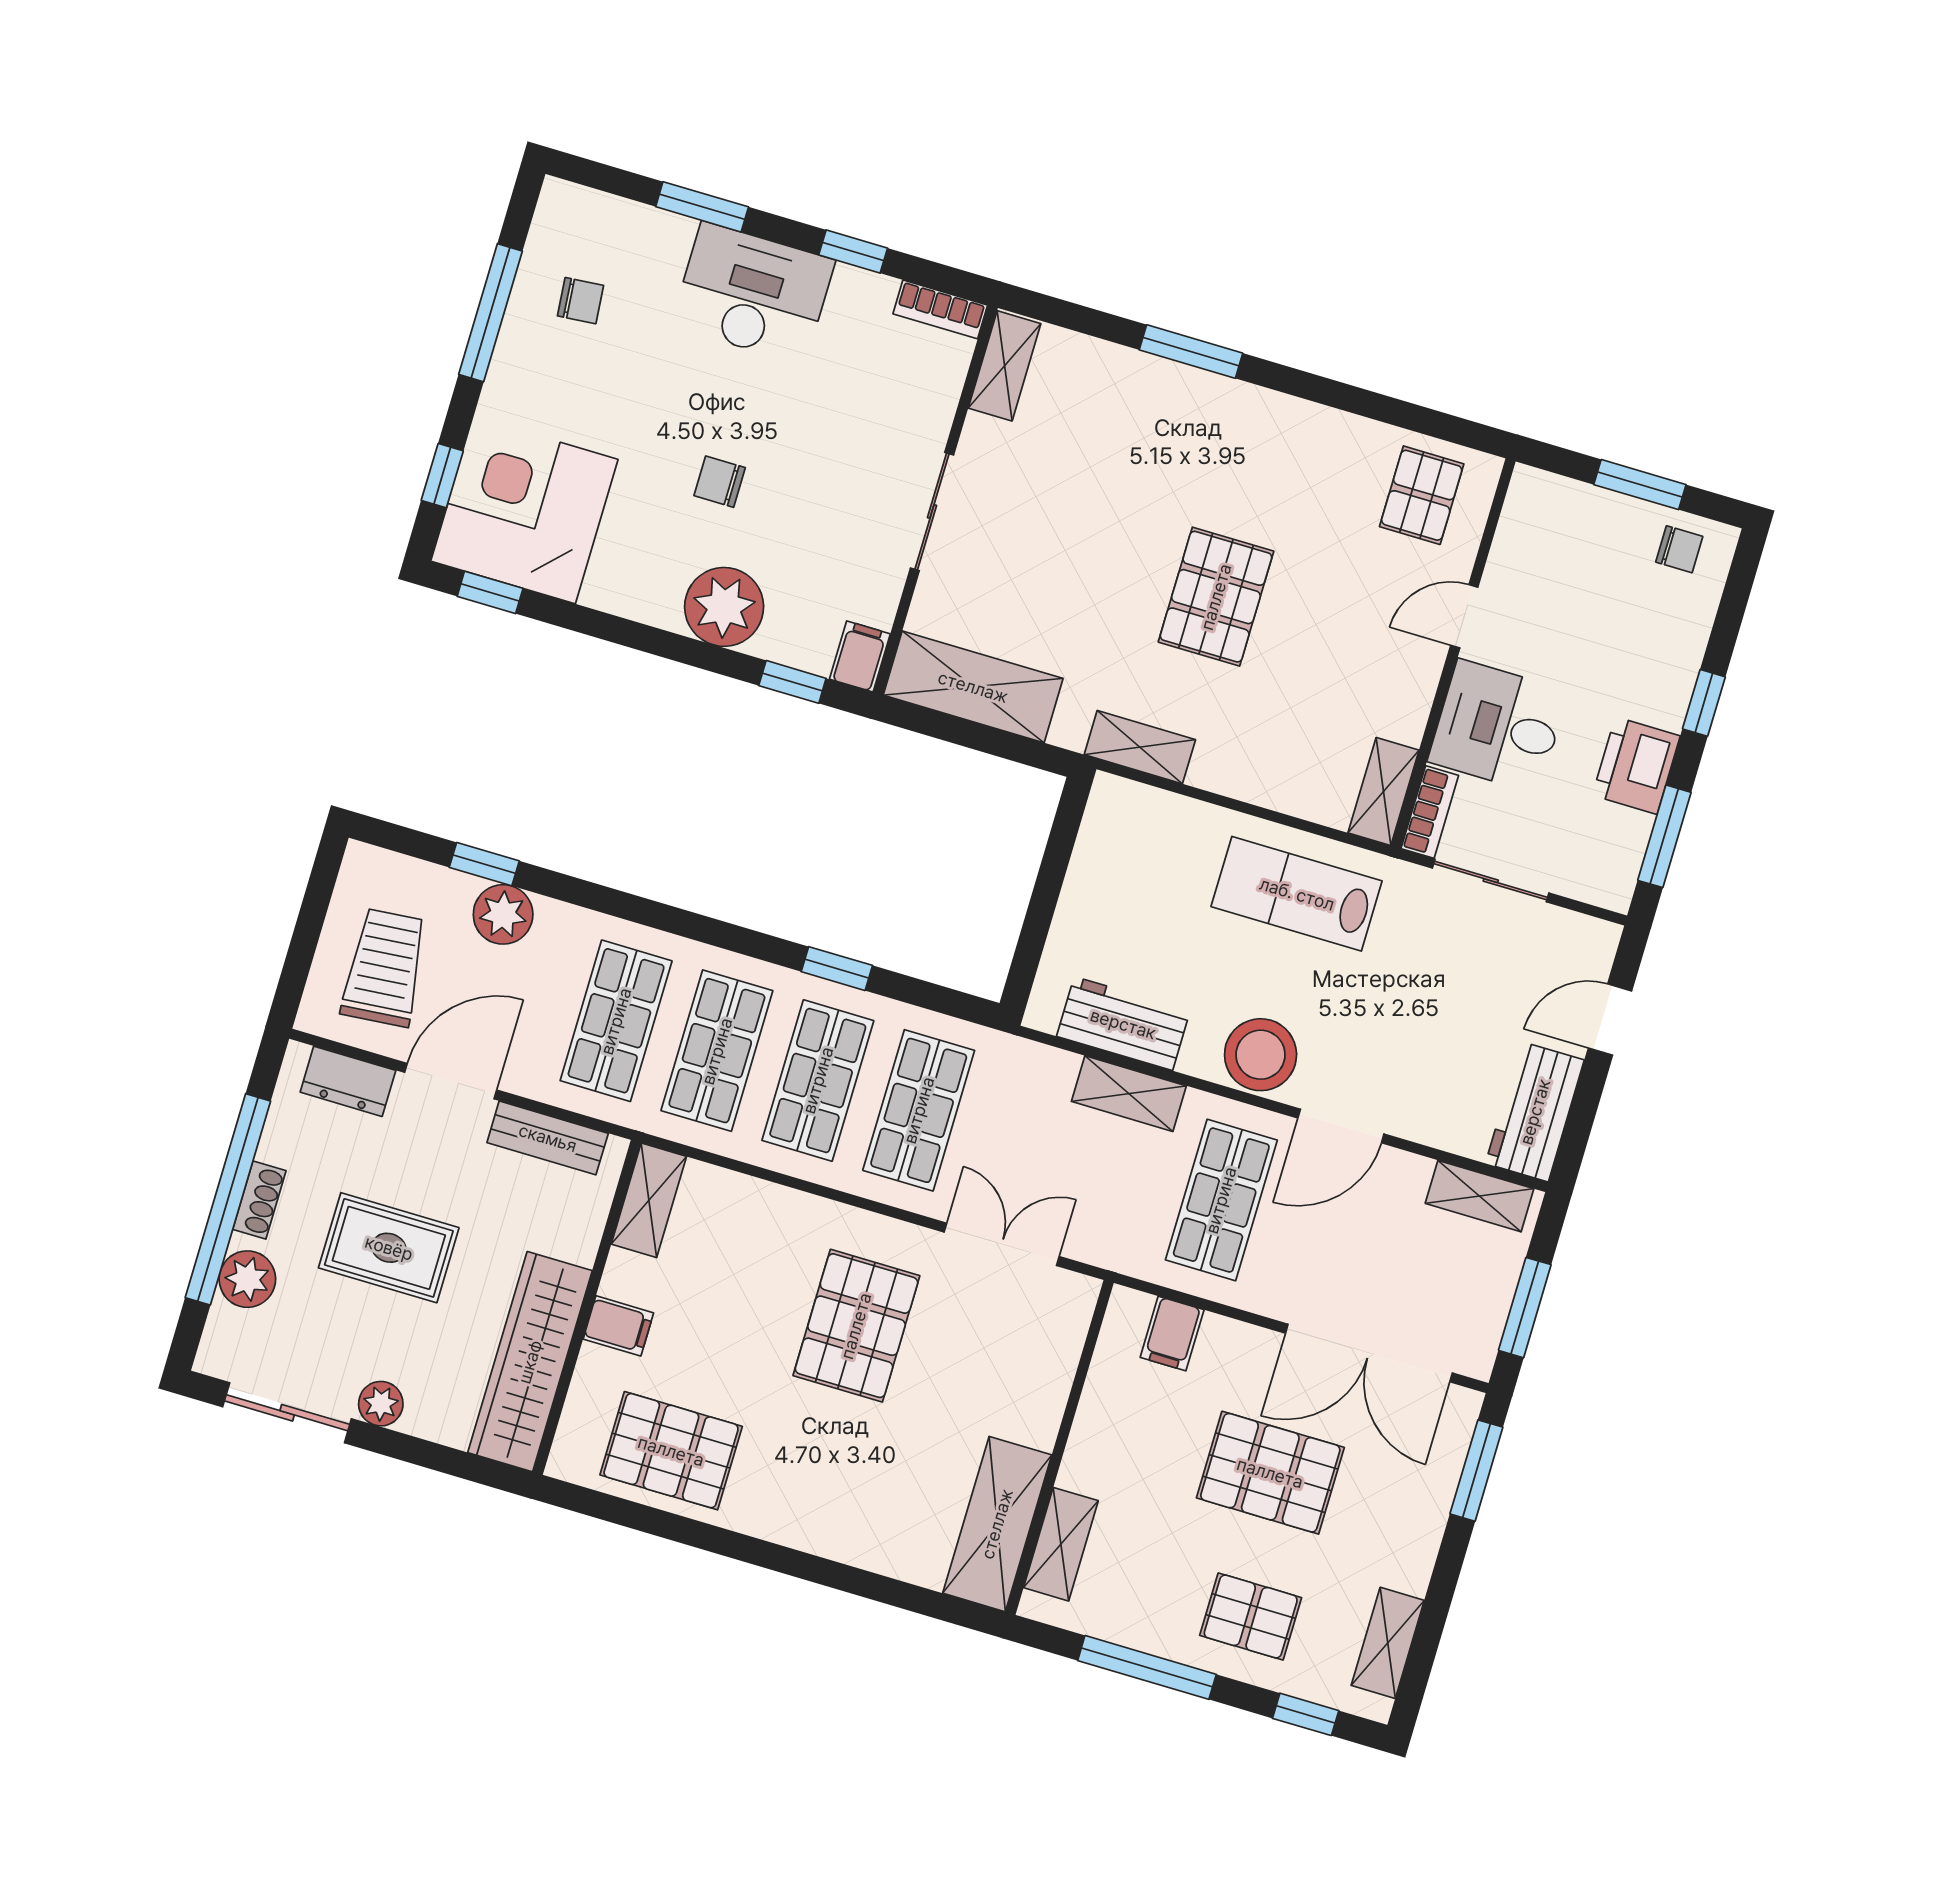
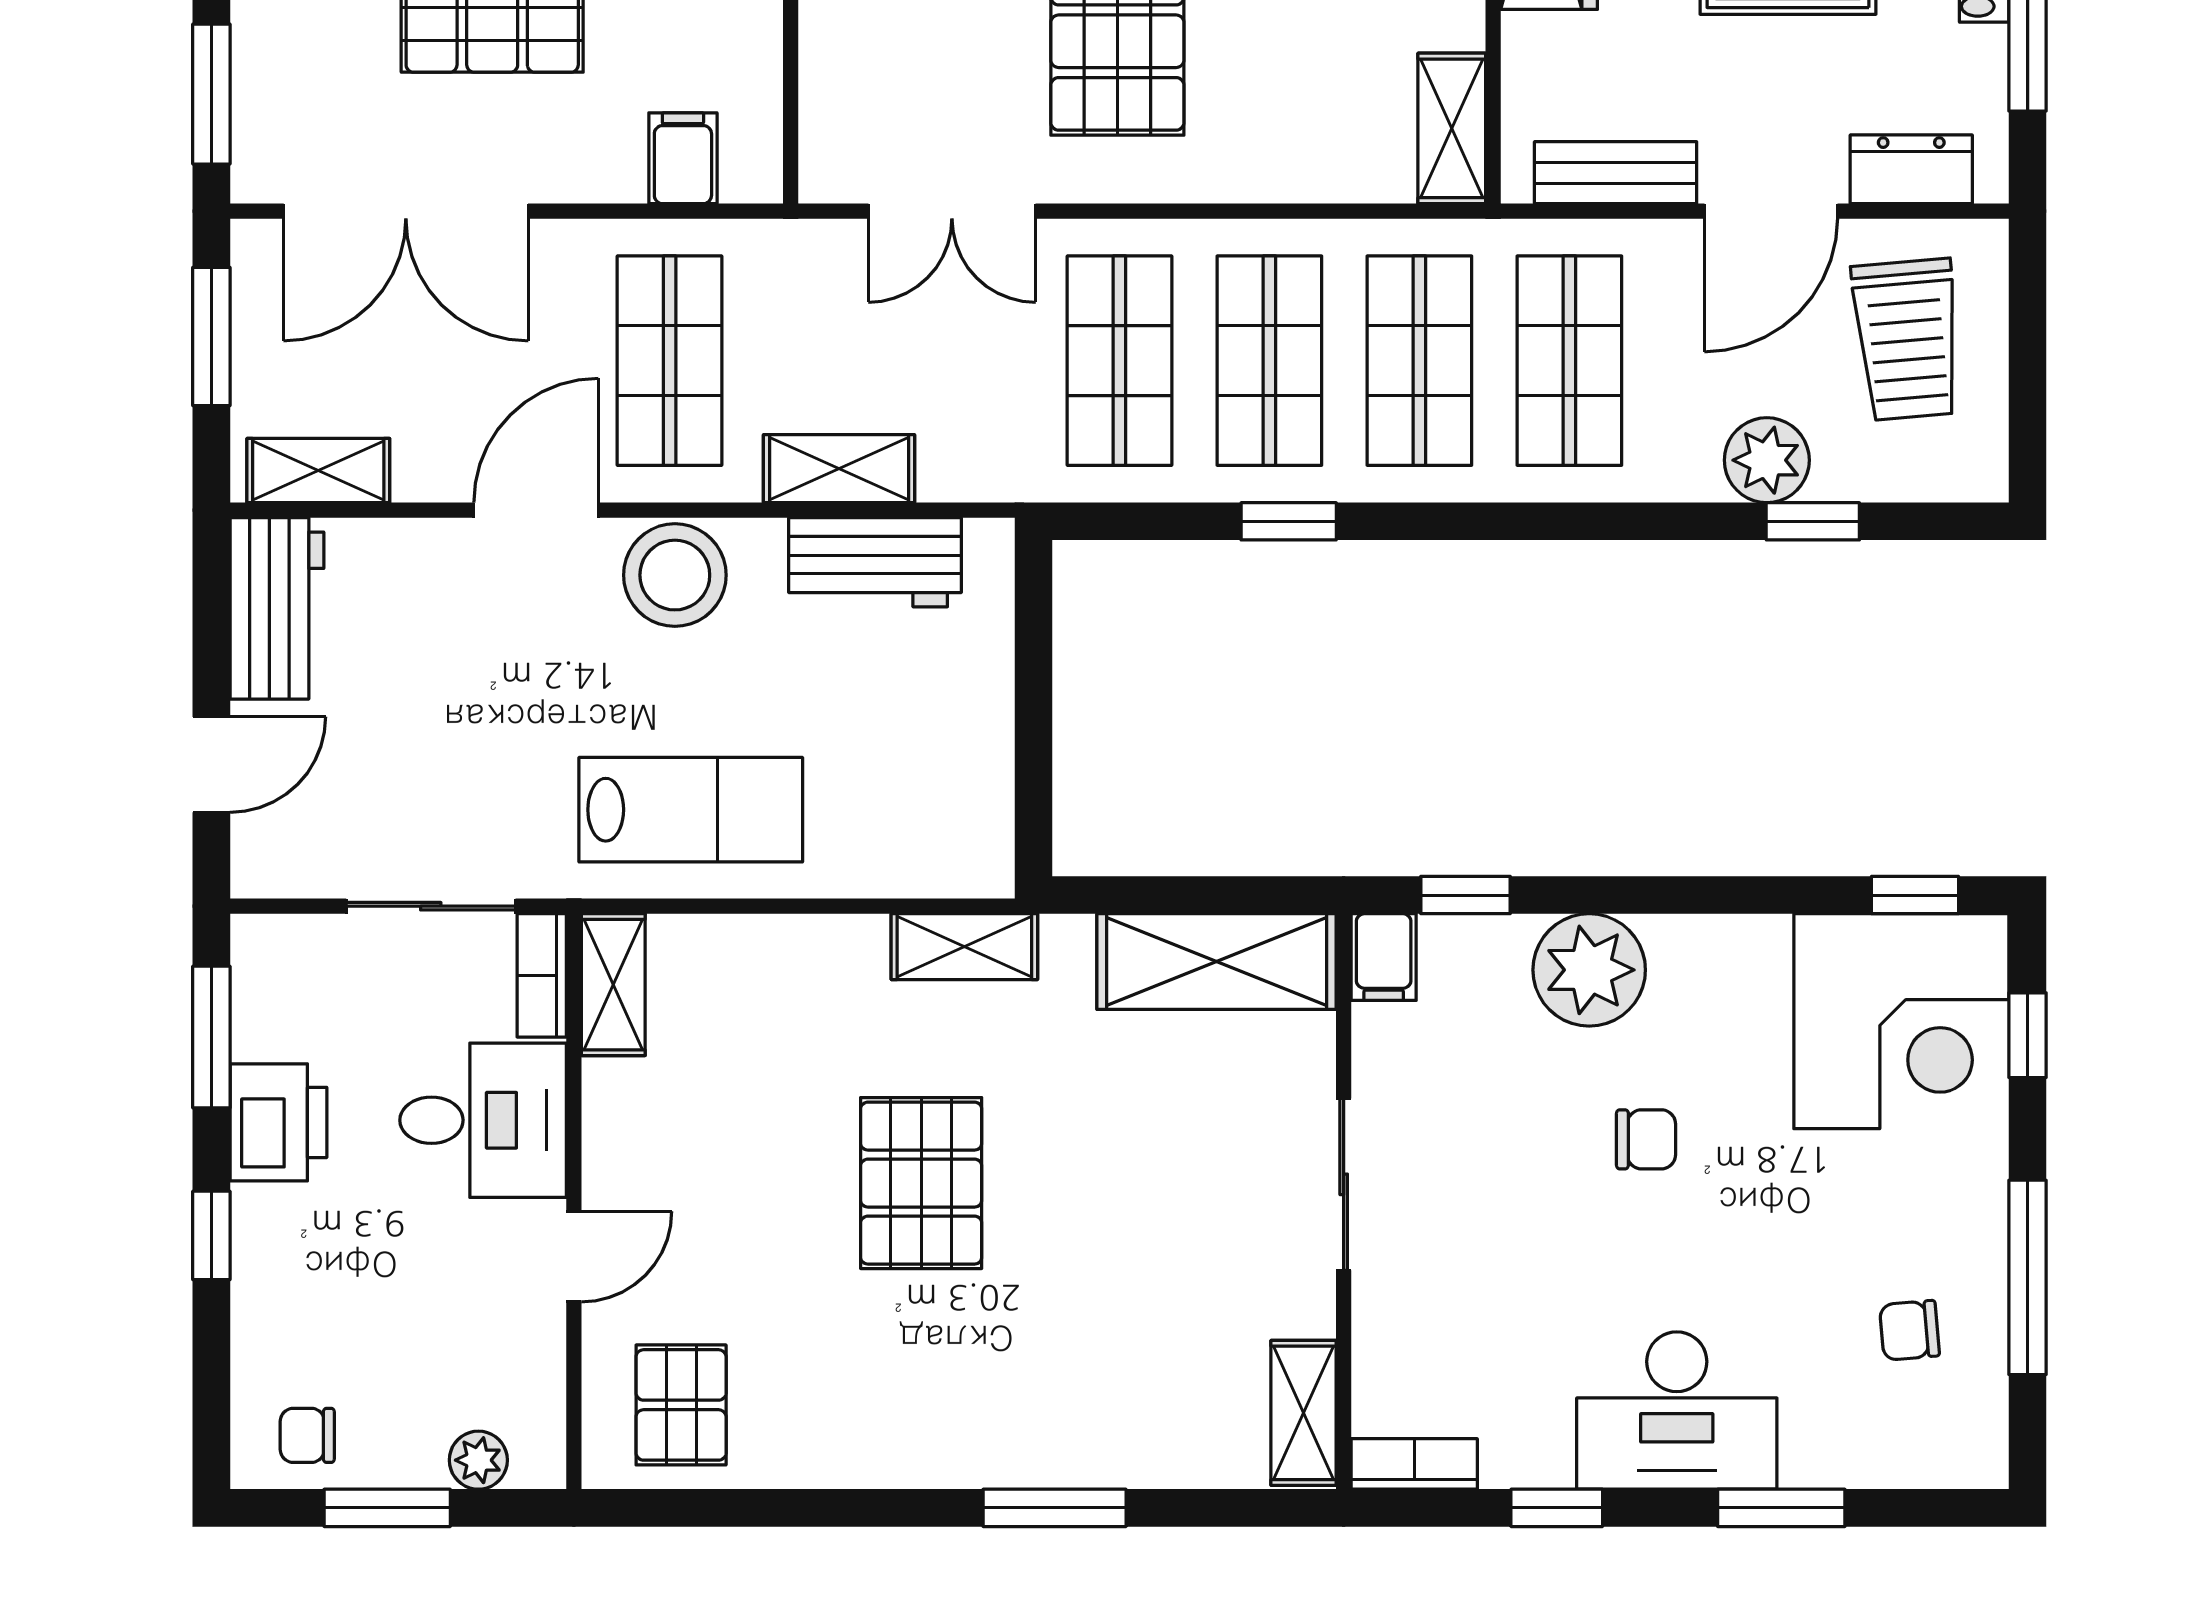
plant: (1569, 498) -> (478, 1460), added
double door: (1369, 1353) -> (406, 211), swing flipped

